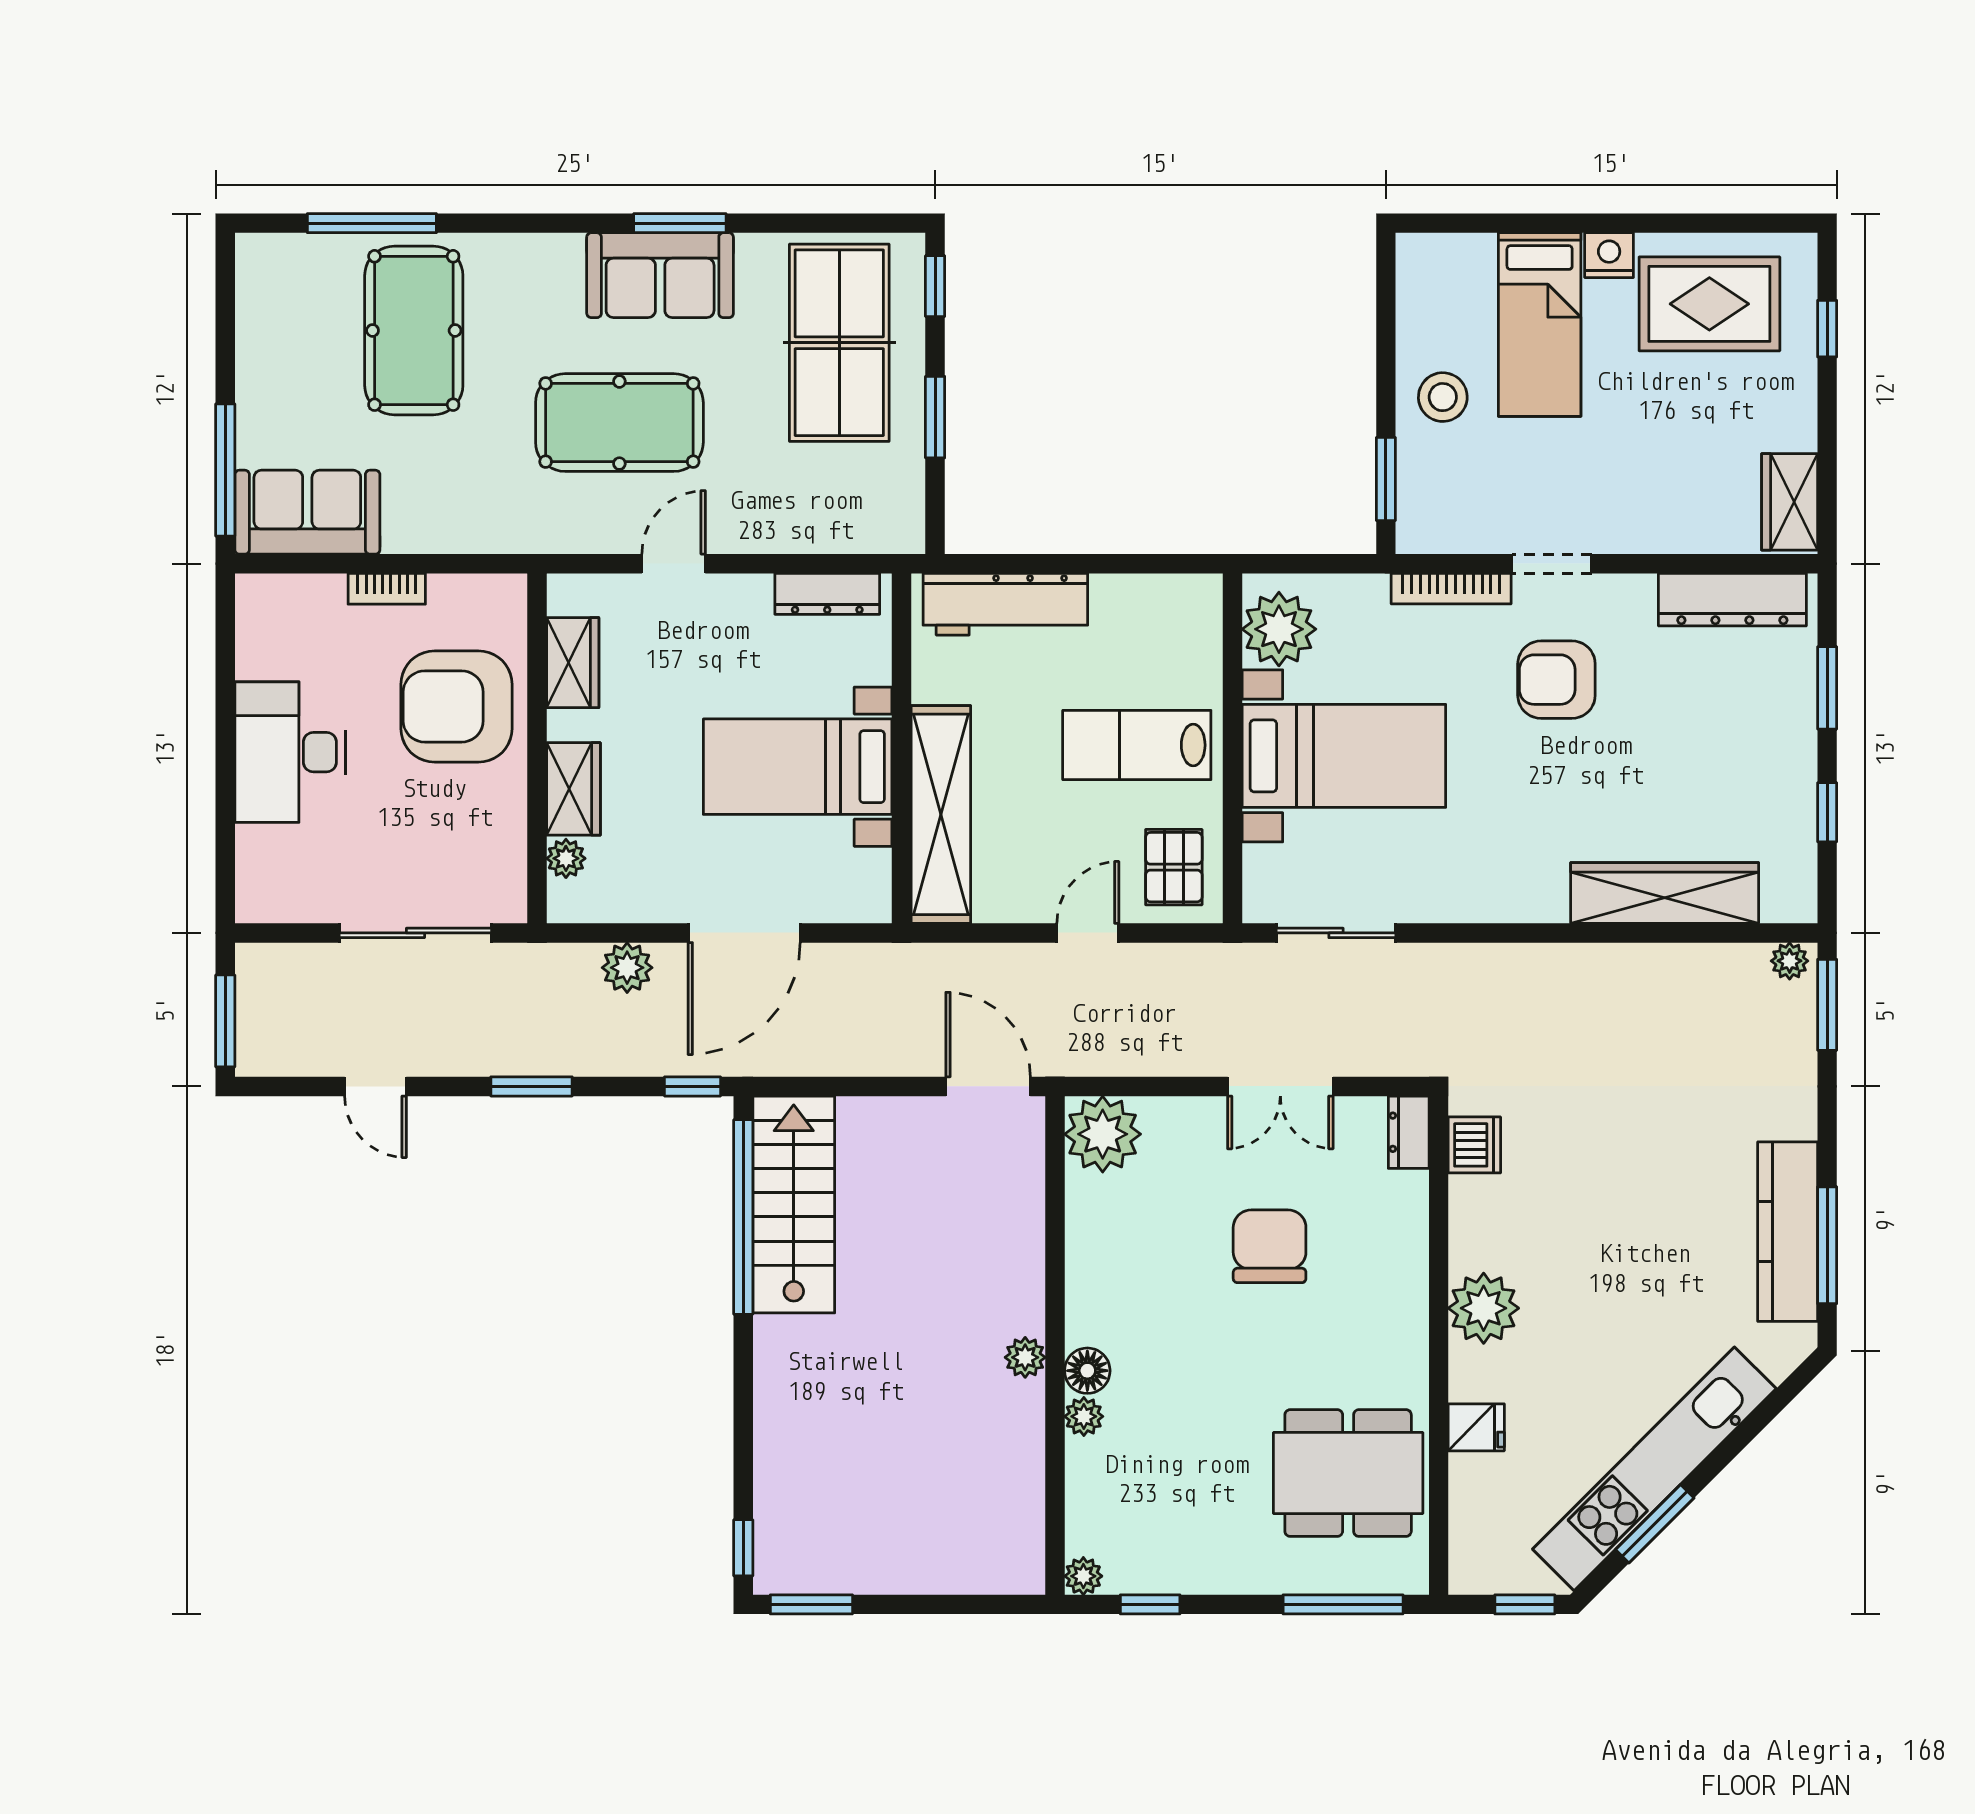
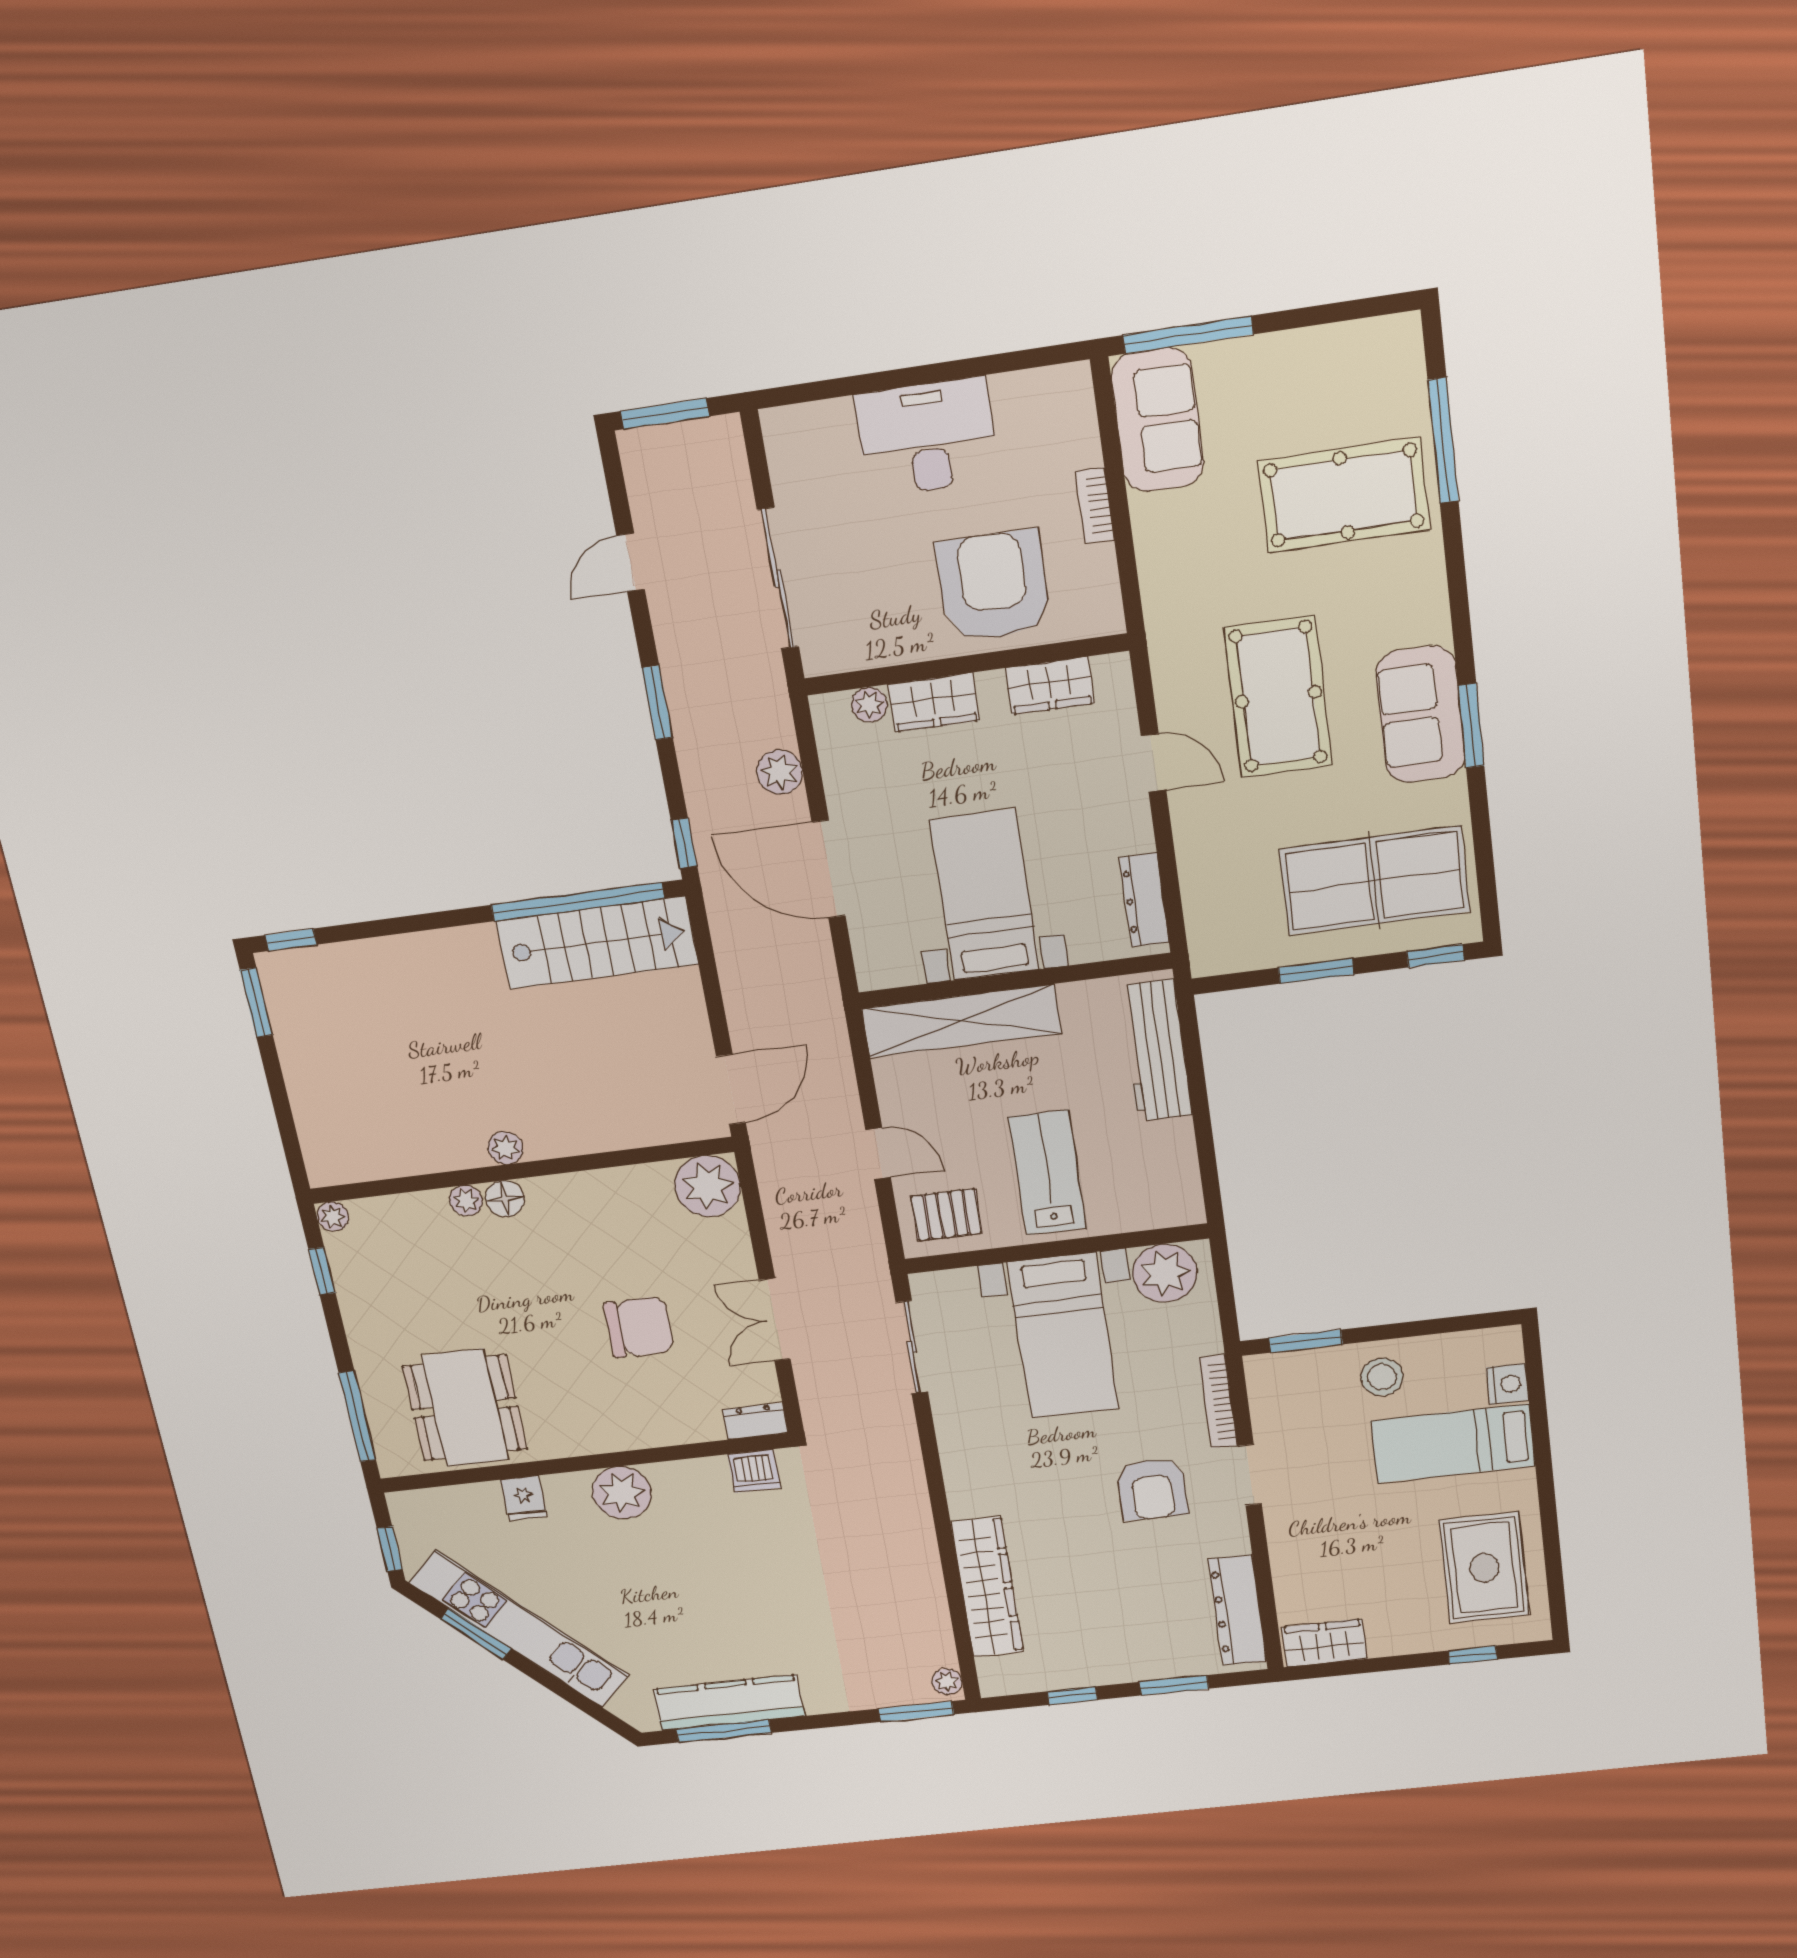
nightstand: (1609, 255) -> (1507, 1384), moved
armchair: (1556, 680) -> (1152, 1489), turned 180

